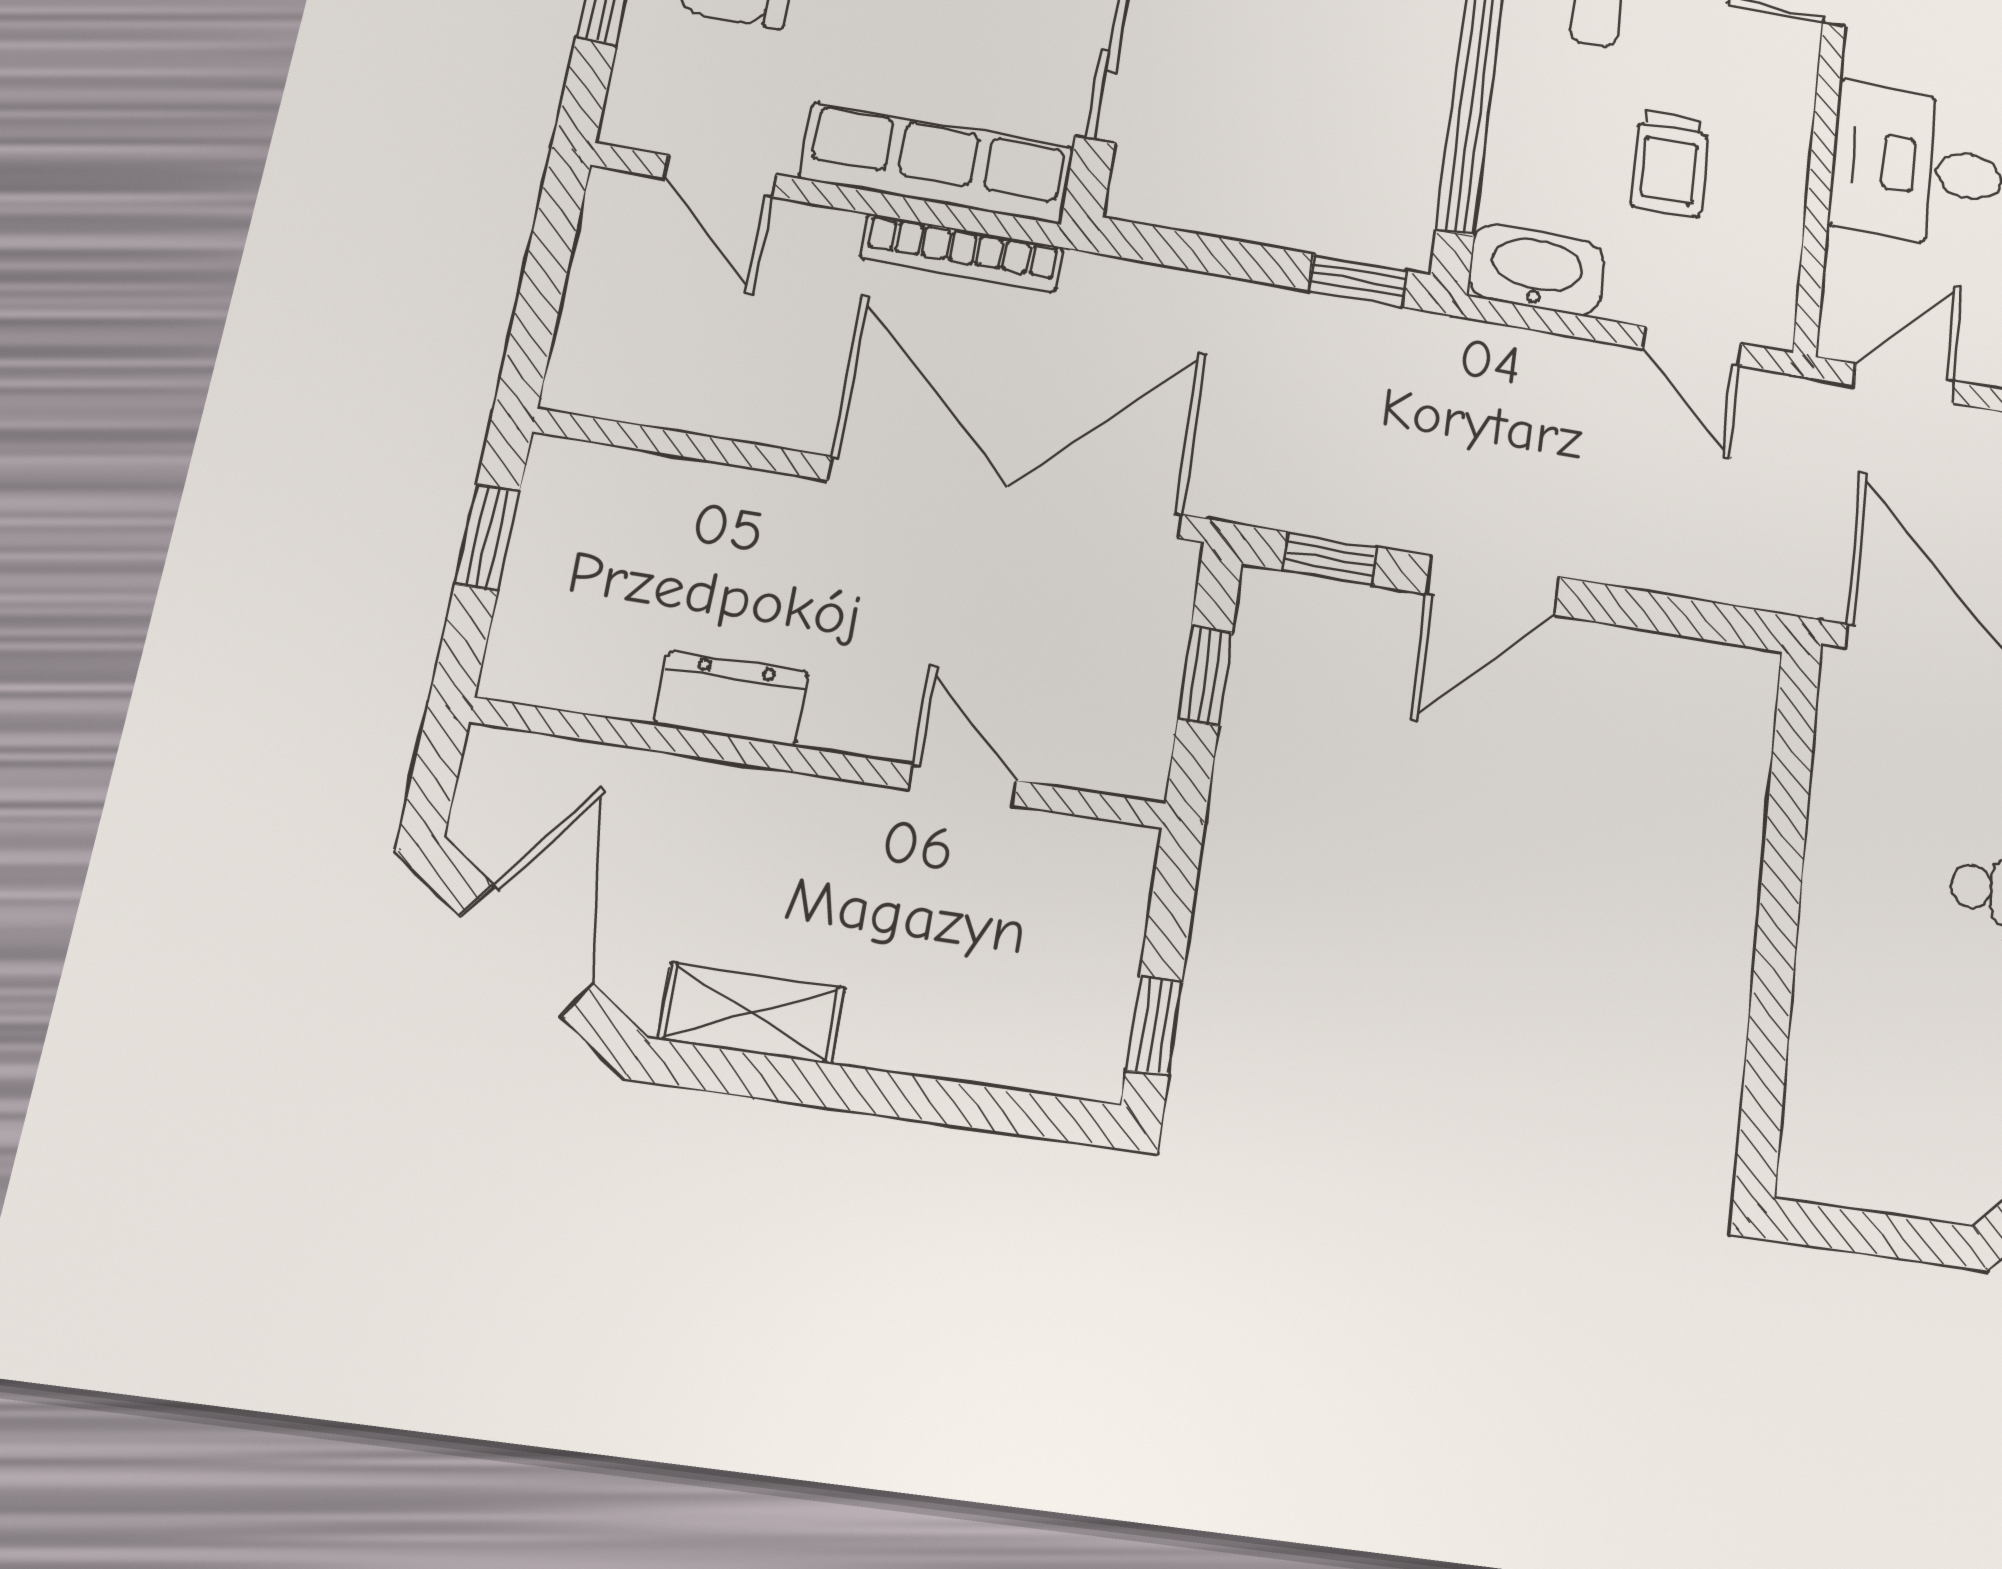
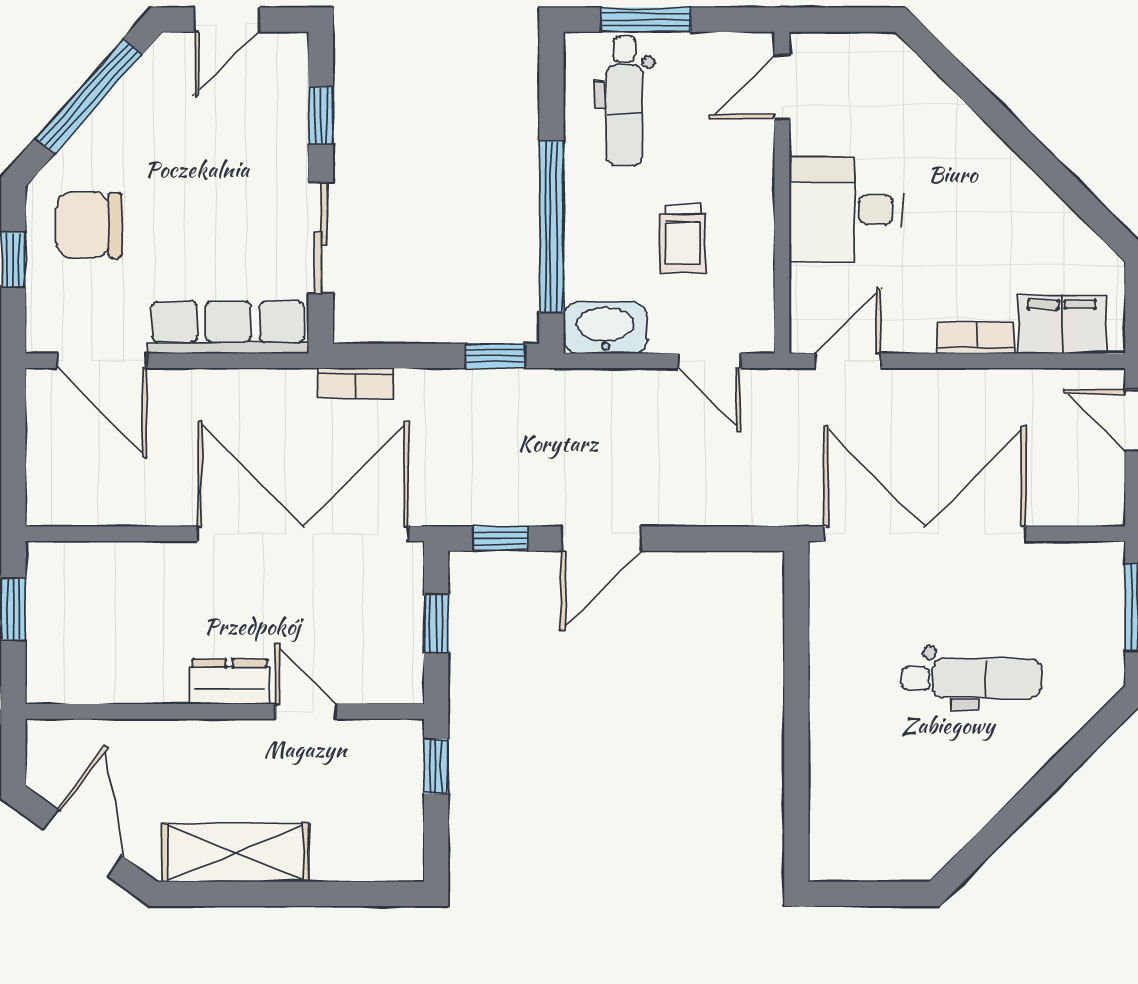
door: (720, 176) -> (102, 361), width x1.38
bookcase: (962, 253) -> (356, 383), moved, width x0.64
dresser: (732, 699) -> (230, 682), moved
shelving: (751, 1013) -> (235, 853), width x1.50, depth x1.33
window: (1154, 1026) -> (436, 766), moved

